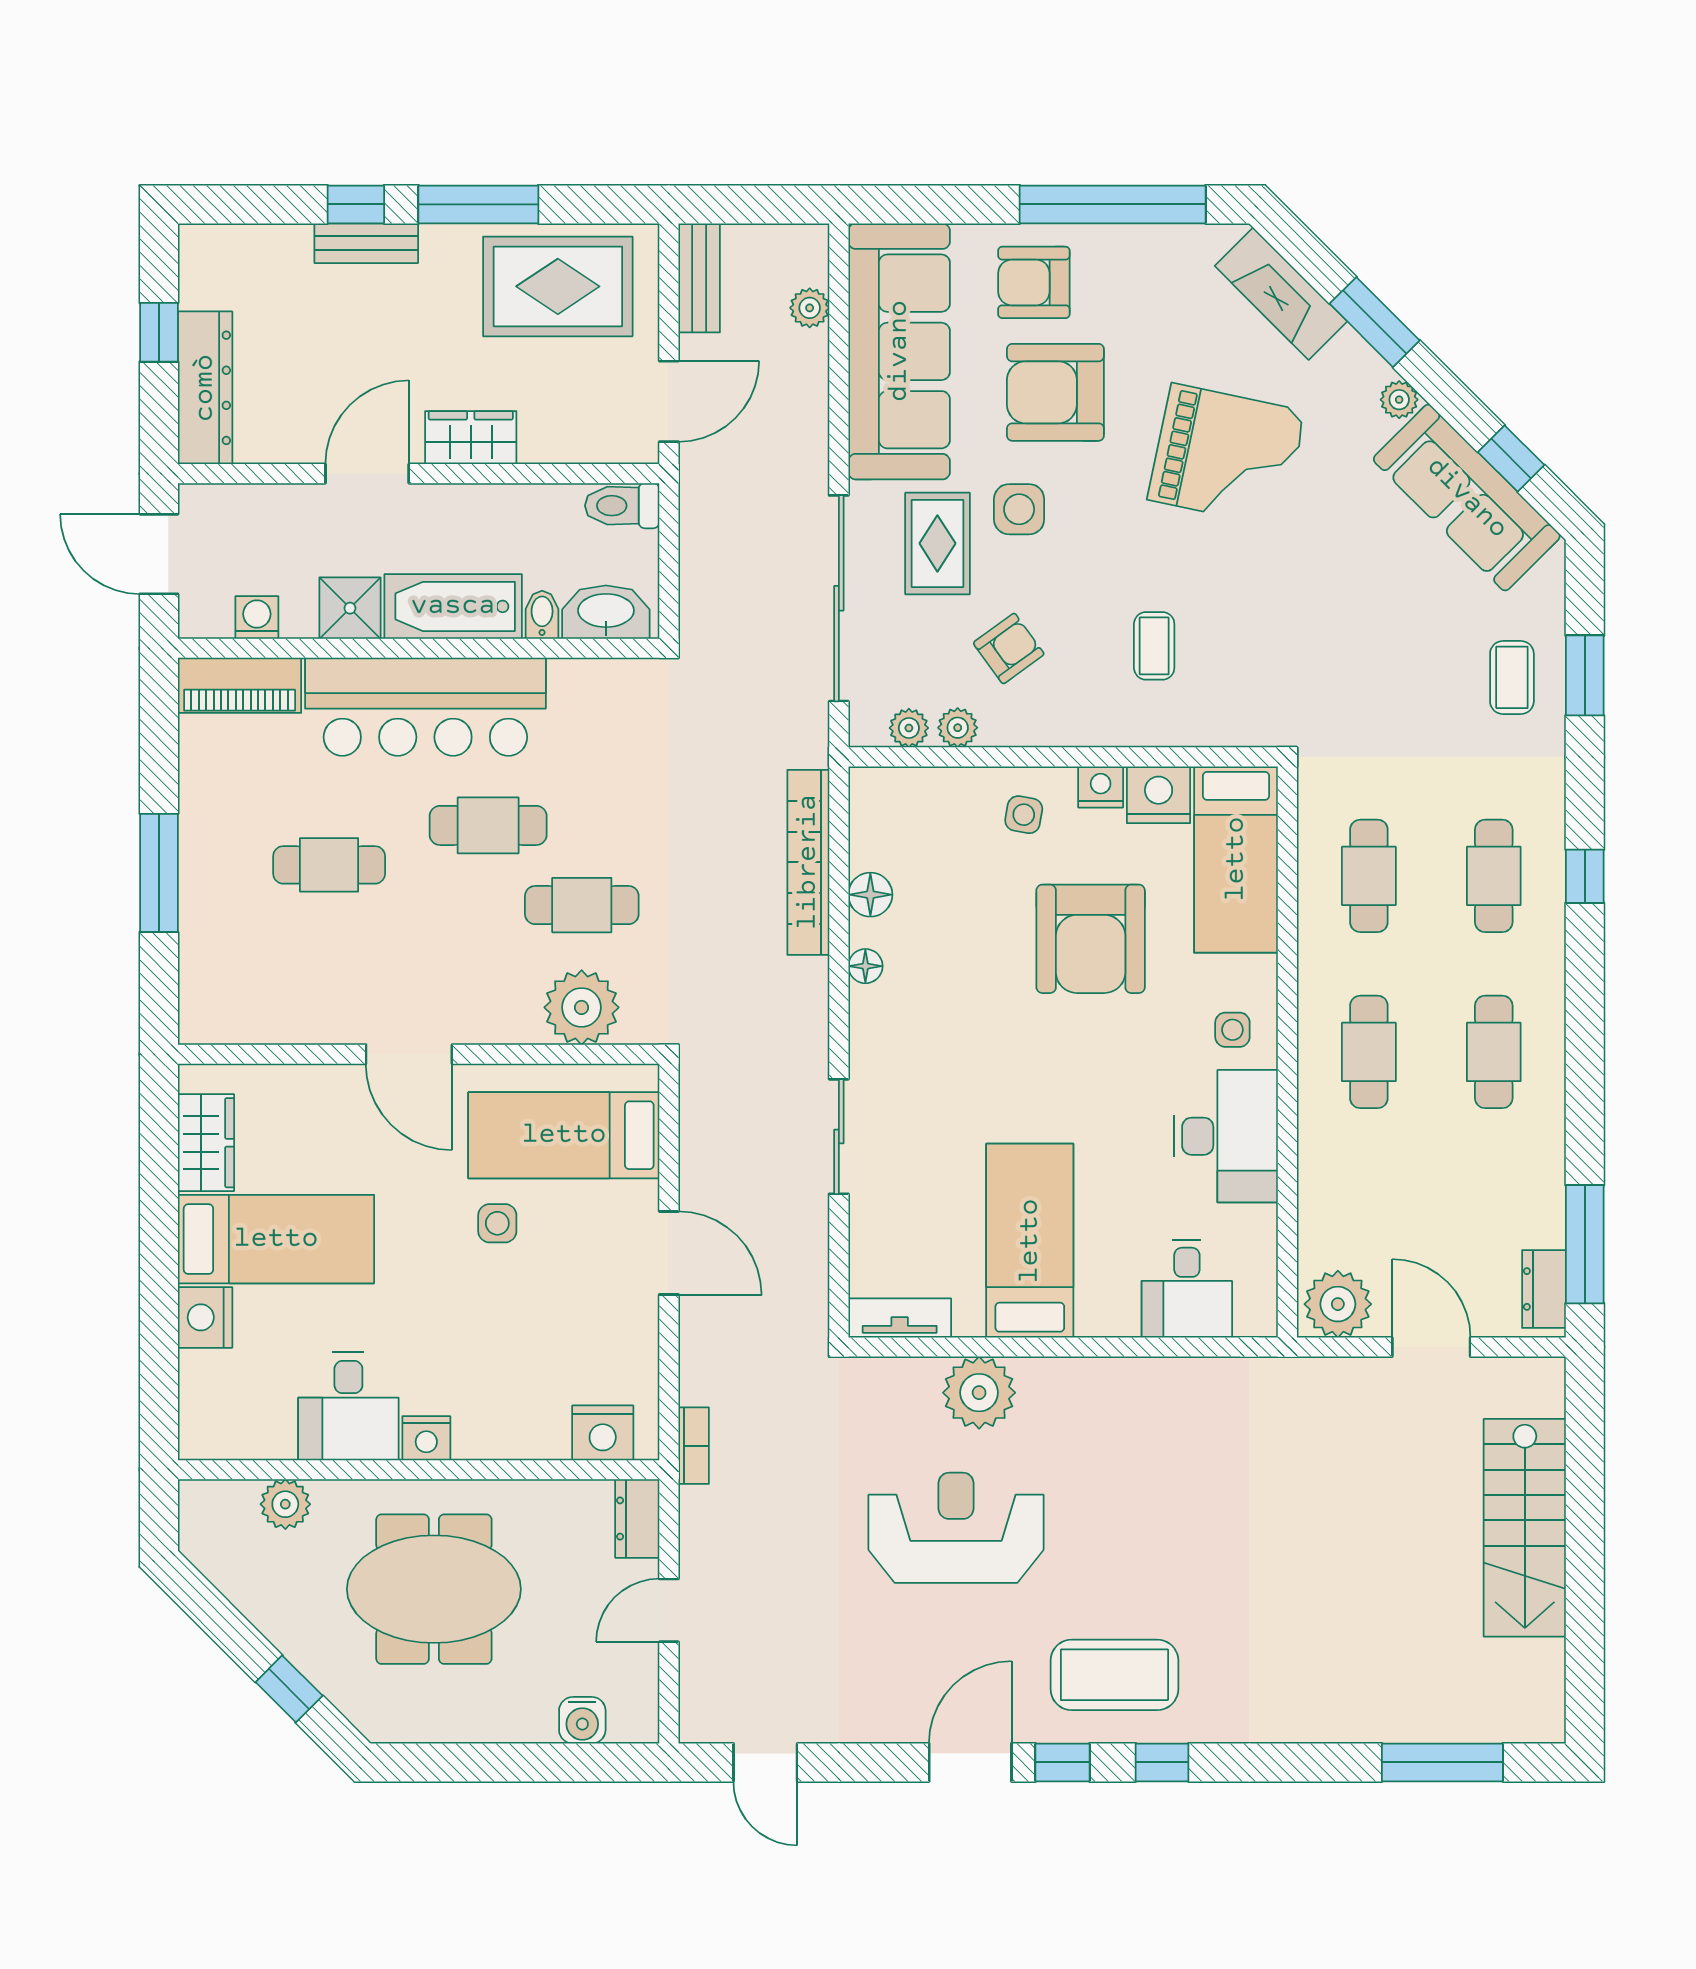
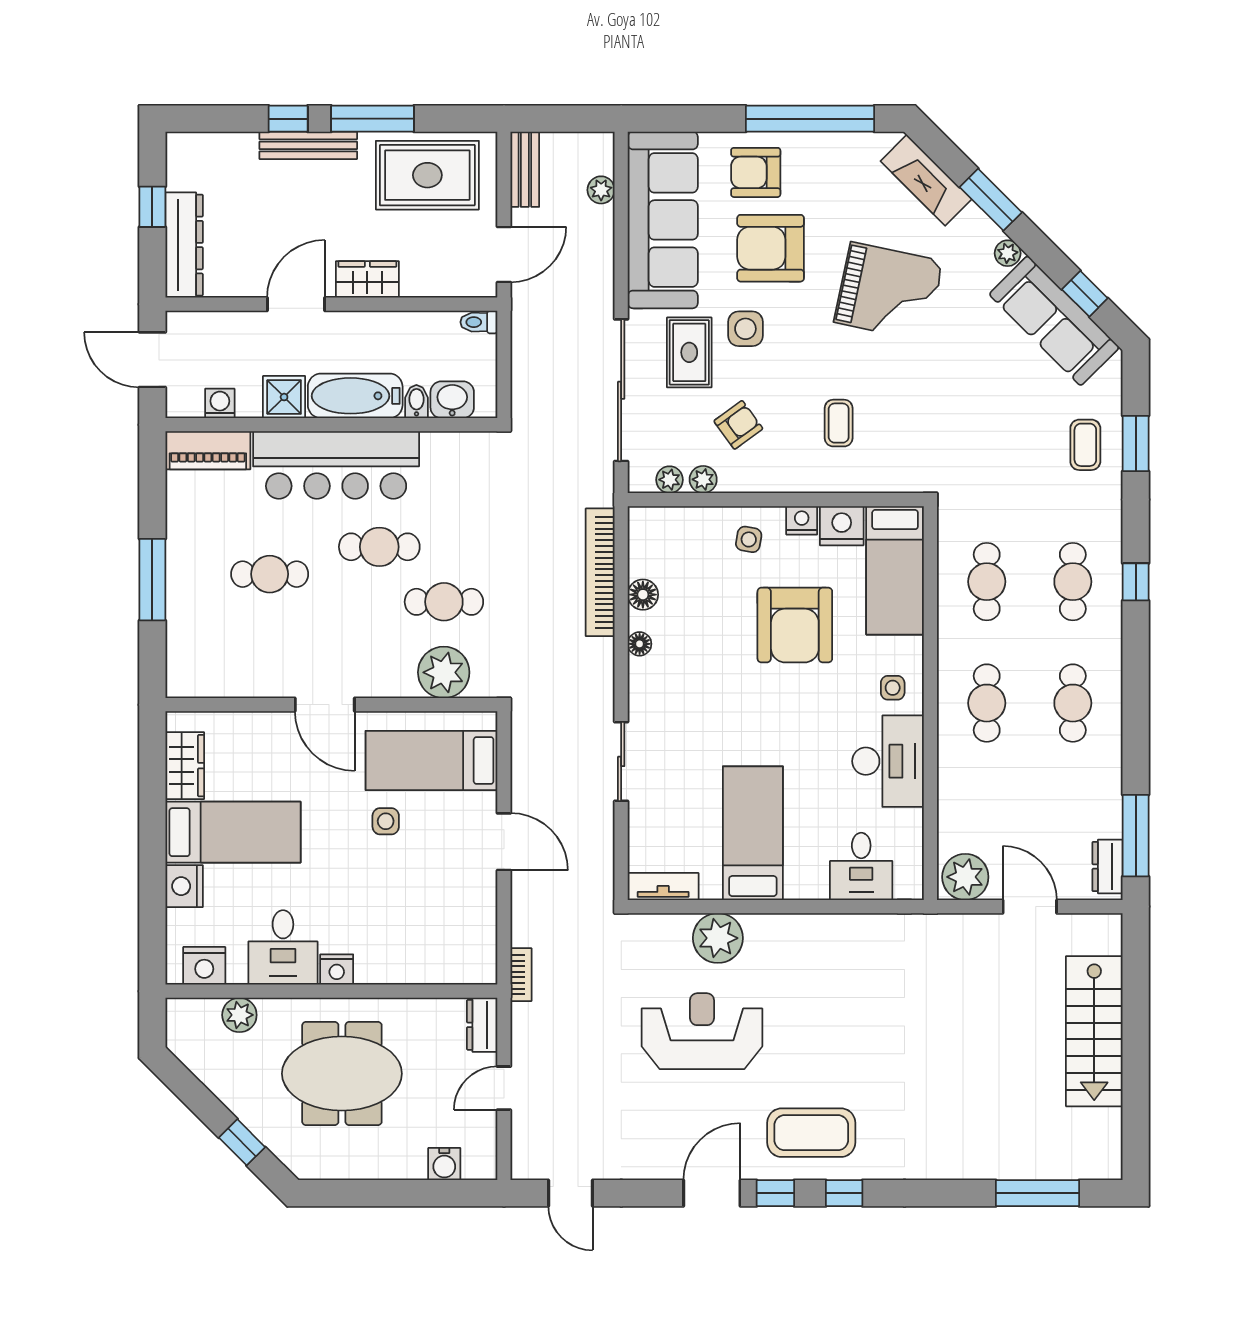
bench: (366, 243) -> (308, 145), width x1.36
toilet: (622, 506) -> (479, 322), width x0.73, depth x0.72
washbasin: (606, 612) -> (452, 400), width x0.72
nightstand: (603, 1433) -> (204, 966), moved

